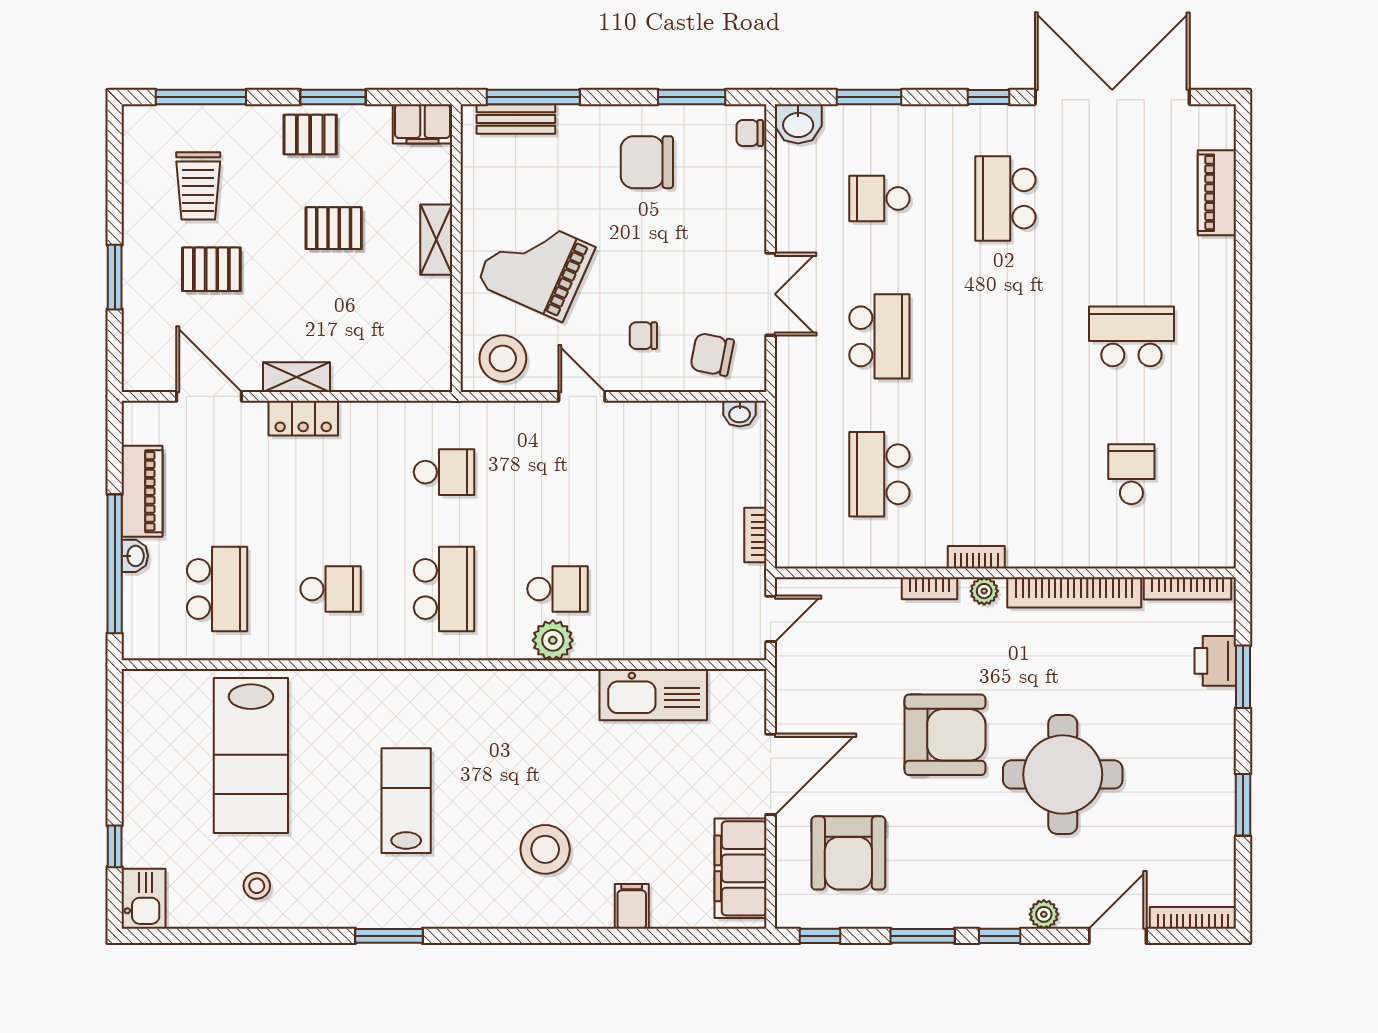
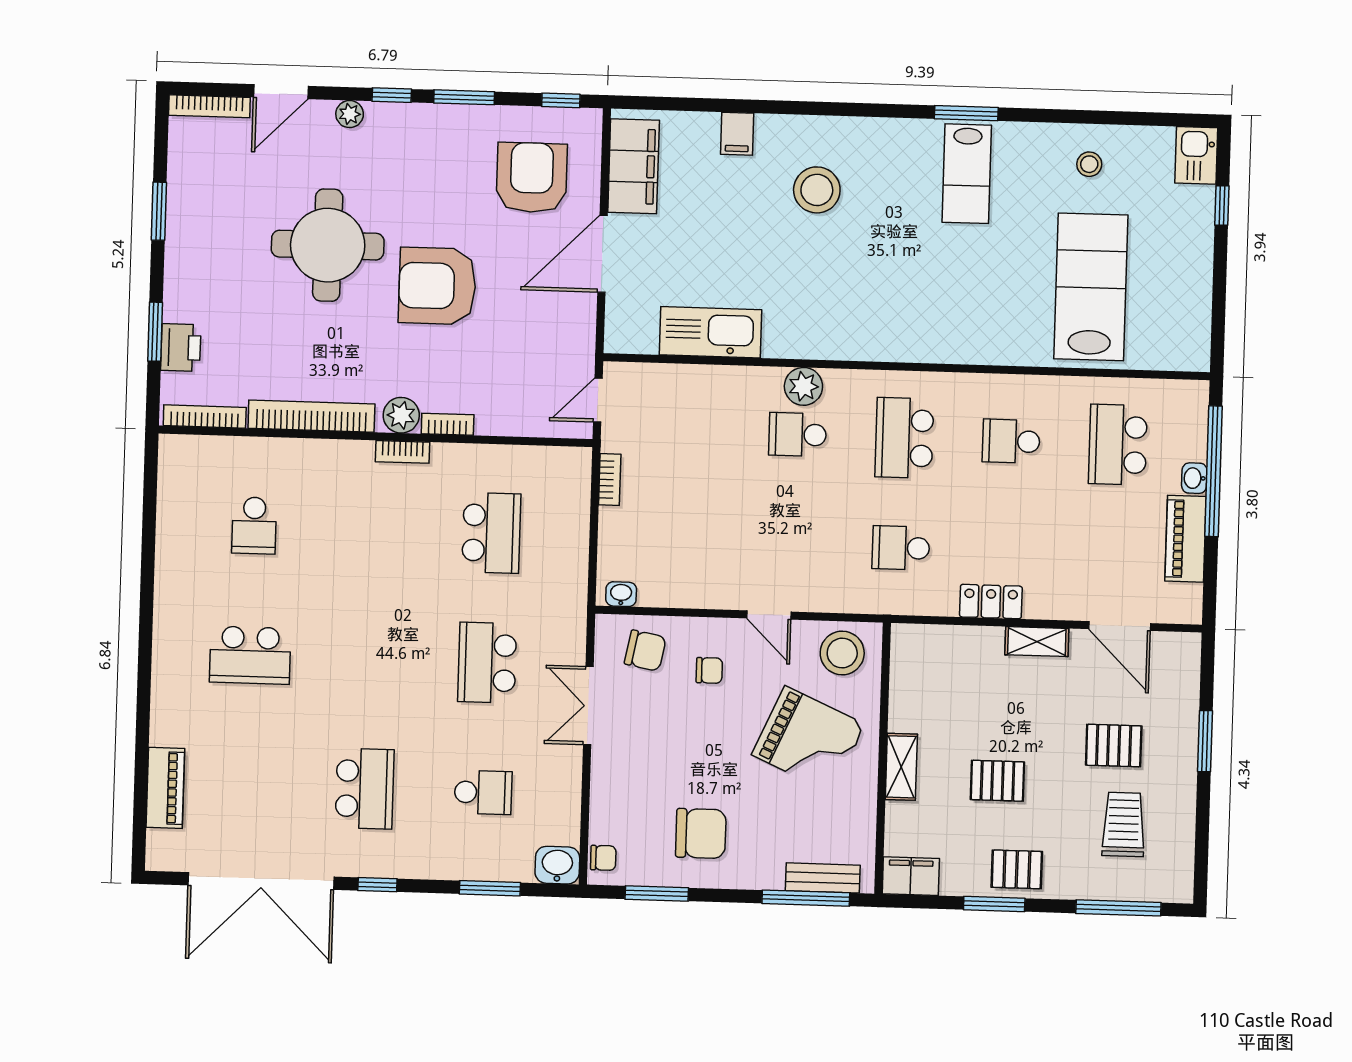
locker: (303, 418) -> (991, 602), moved
plant: (984, 591) -> (401, 415), width x1.38, depth x1.38
lab bench: (406, 801) -> (967, 174), moved

